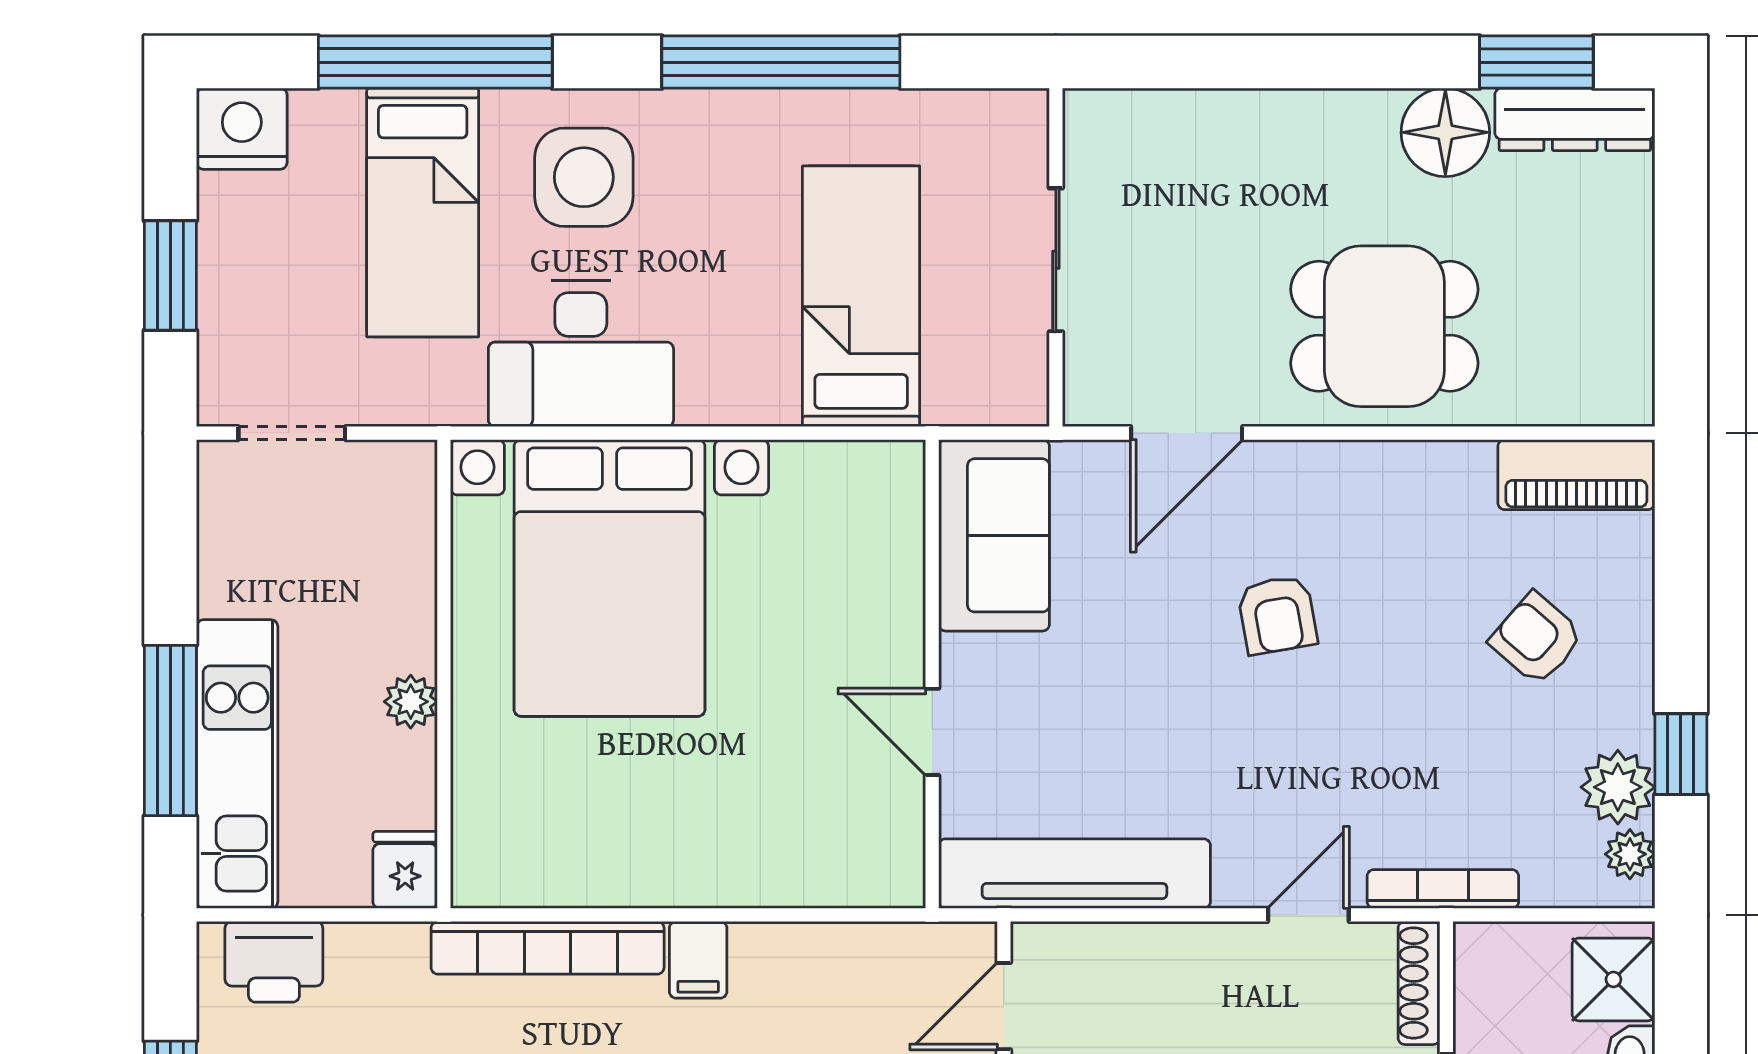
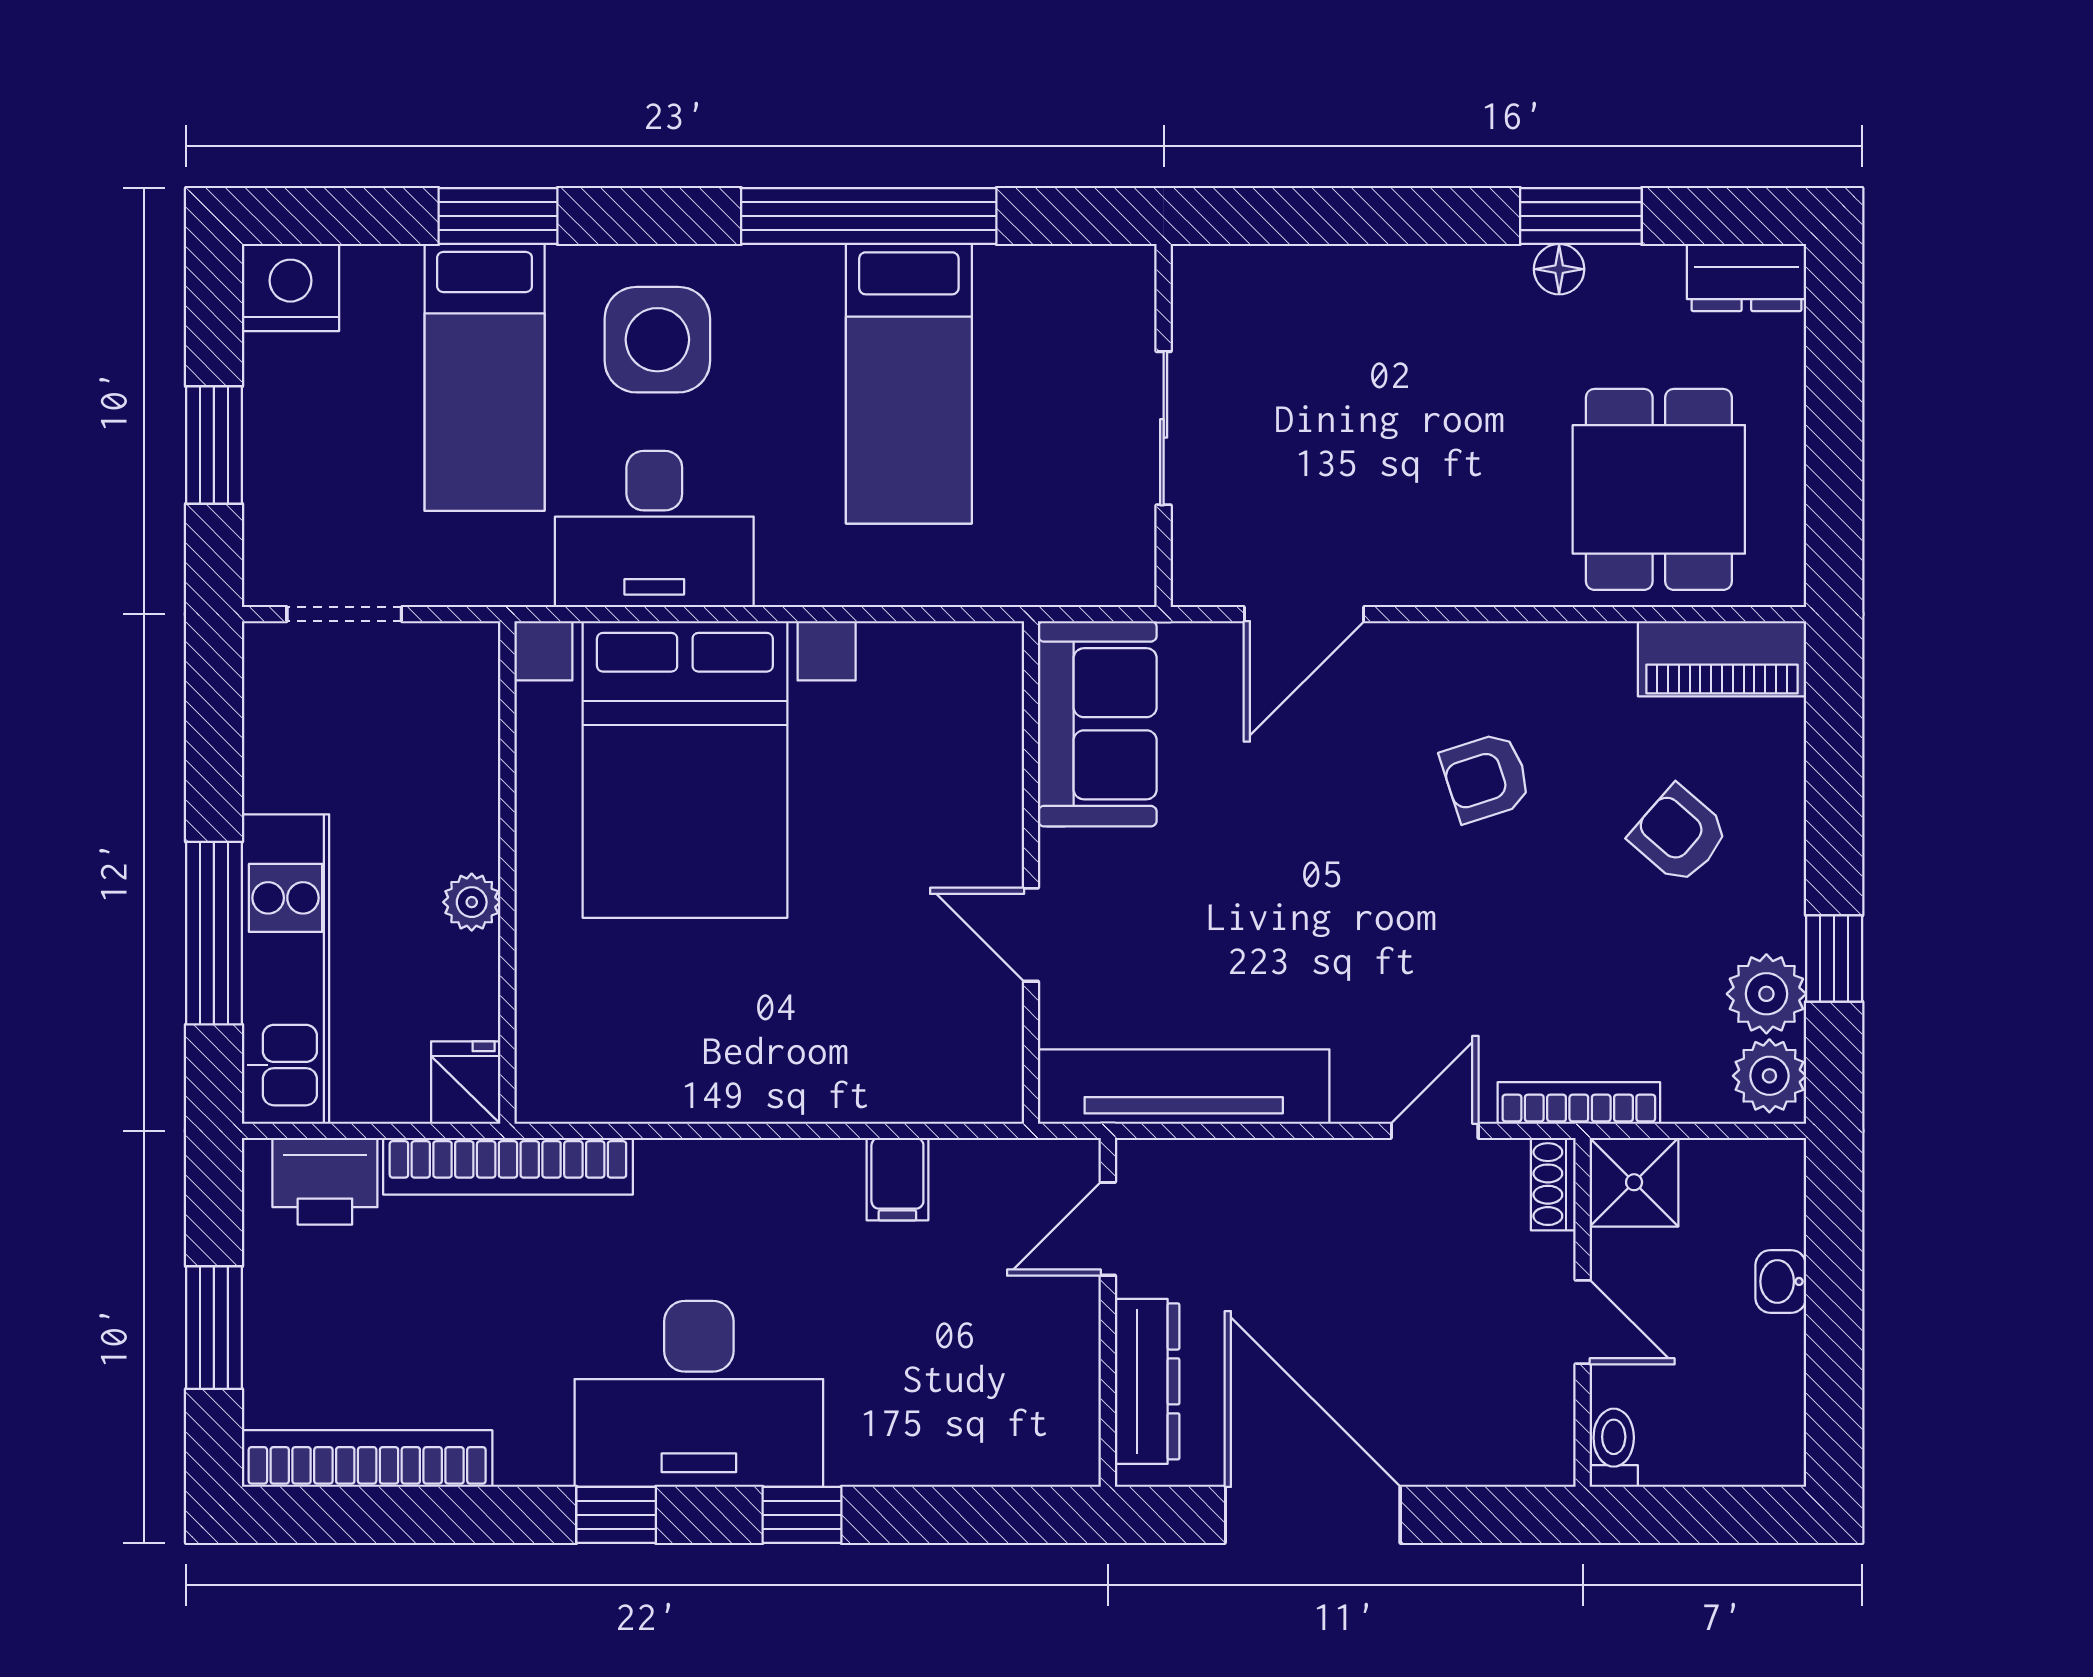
window: (435, 62) -> (498, 216), width x0.47
window: (1536, 62) -> (1581, 216), moved
dresser: (1575, 119) -> (1746, 278), width x0.70
floor lamp: (1445, 132) -> (1559, 269), width x0.53, depth x0.53
bed: (861, 296) -> (909, 384), moved, turned 180
dining table: (1384, 326) -> (1659, 489), moved, turned 90
armchair: (1277, 615) -> (1486, 777), moved, turned 82
plant: (1630, 854) -> (1769, 1076), width x1.38, depth x1.38
bookcase: (548, 948) -> (508, 1166), moved
filing cabinet: (698, 960) -> (897, 1179), moved
shower: (1613, 979) -> (1634, 1182), moved
shoe rack: (1419, 983) -> (1553, 1184), width x0.70

